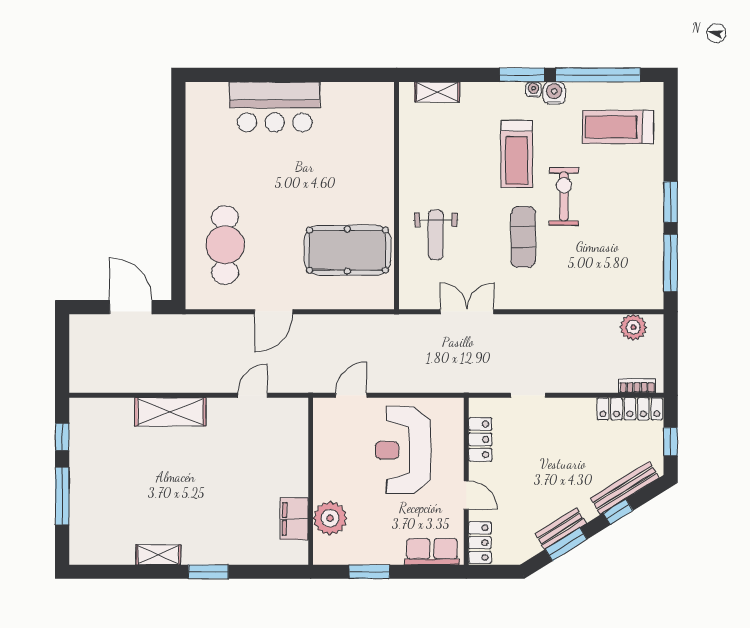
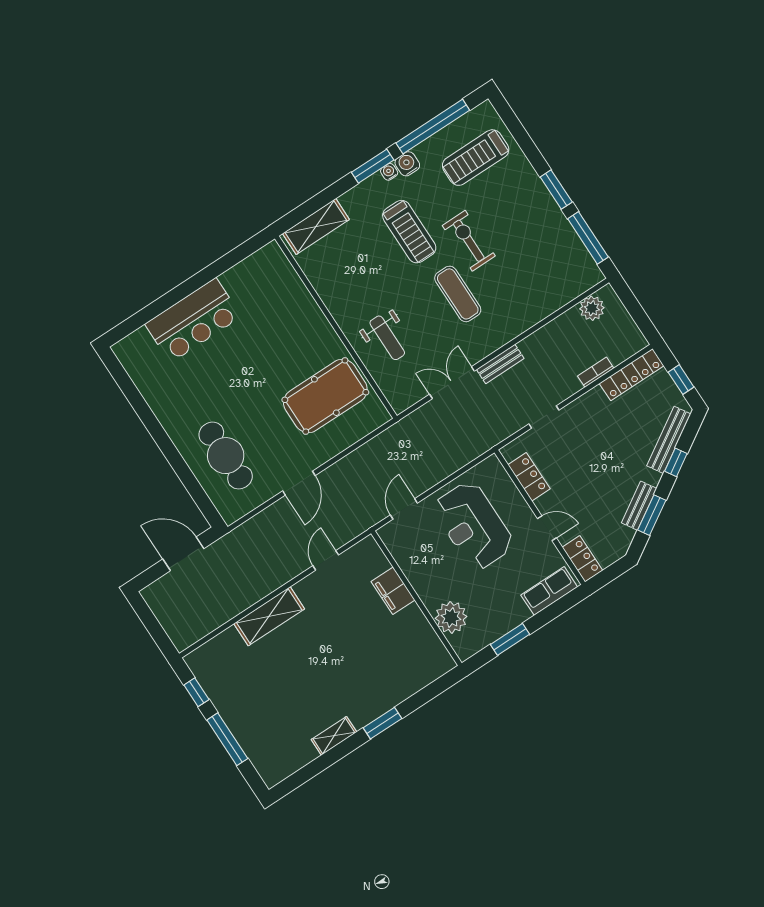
shelving: (437, 92) -> (316, 226), width x1.50, depth x1.33
bench: (520, 323) -> (500, 364), added
bookcase: (637, 386) -> (596, 372), moved
filing cabinet: (294, 519) -> (393, 591), moved

